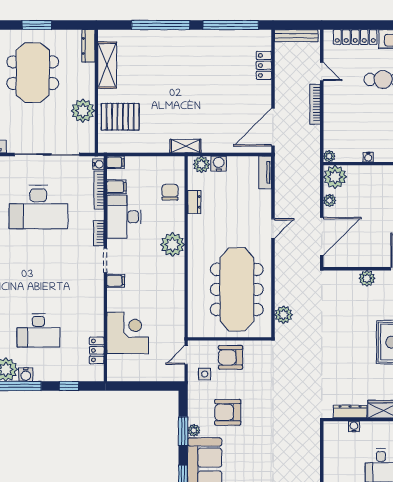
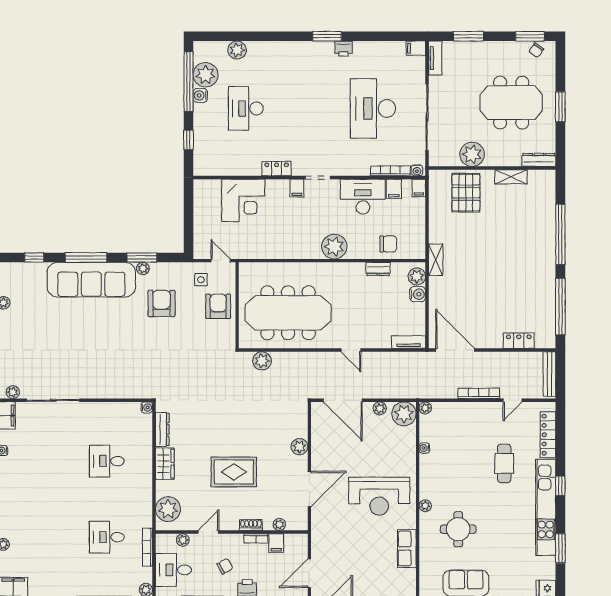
shelving: (107, 65) -> (511, 177), width x0.67, depth x0.75
bookcase: (99, 233) -> (346, 171), removed
locker: (97, 350) -> (277, 169), moved
water cooler: (354, 427) -> (147, 407), moved

